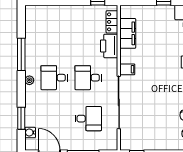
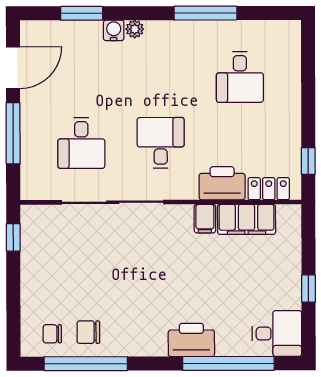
filing cabinet: (127, 69) -> (205, 219), moved
desk: (54, 78) -> (240, 77), moved, turned 180
plant: (29, 80) -> (135, 29), moved
water cooler: (30, 133) -> (114, 30), moved

